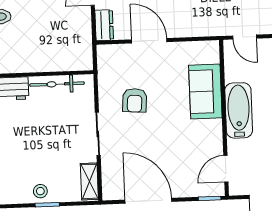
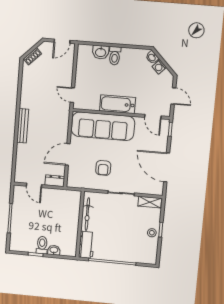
door: (245, 37) -> (72, 95), swing flipped
sofa: (205, 91) -> (103, 126), width x1.85, depth x1.27
armchair: (135, 100) -> (103, 168), turned 86
door: (148, 201) -> (167, 167), hinge flipped

